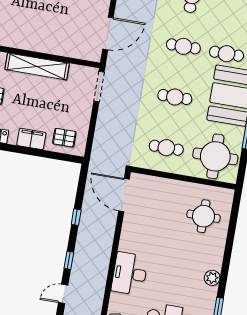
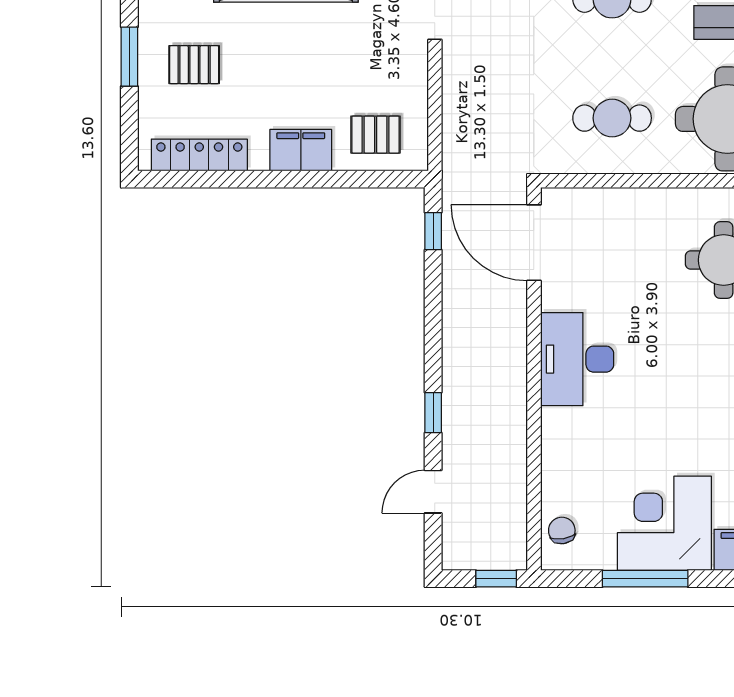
window: (76, 217) -> (433, 231), moved
desk: (130, 274) -> (577, 359), moved

